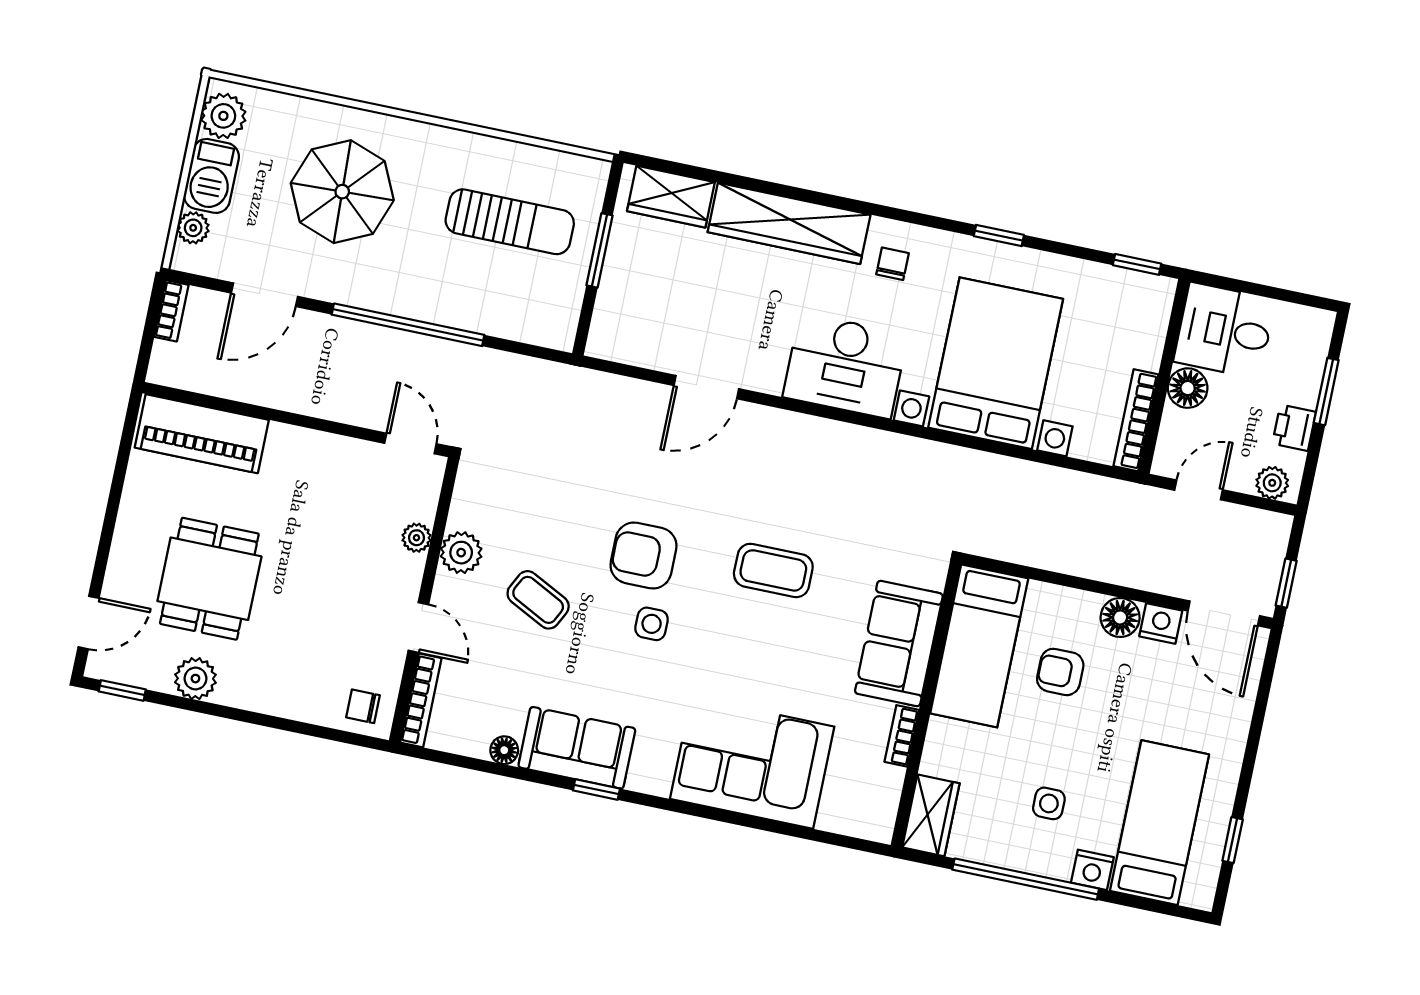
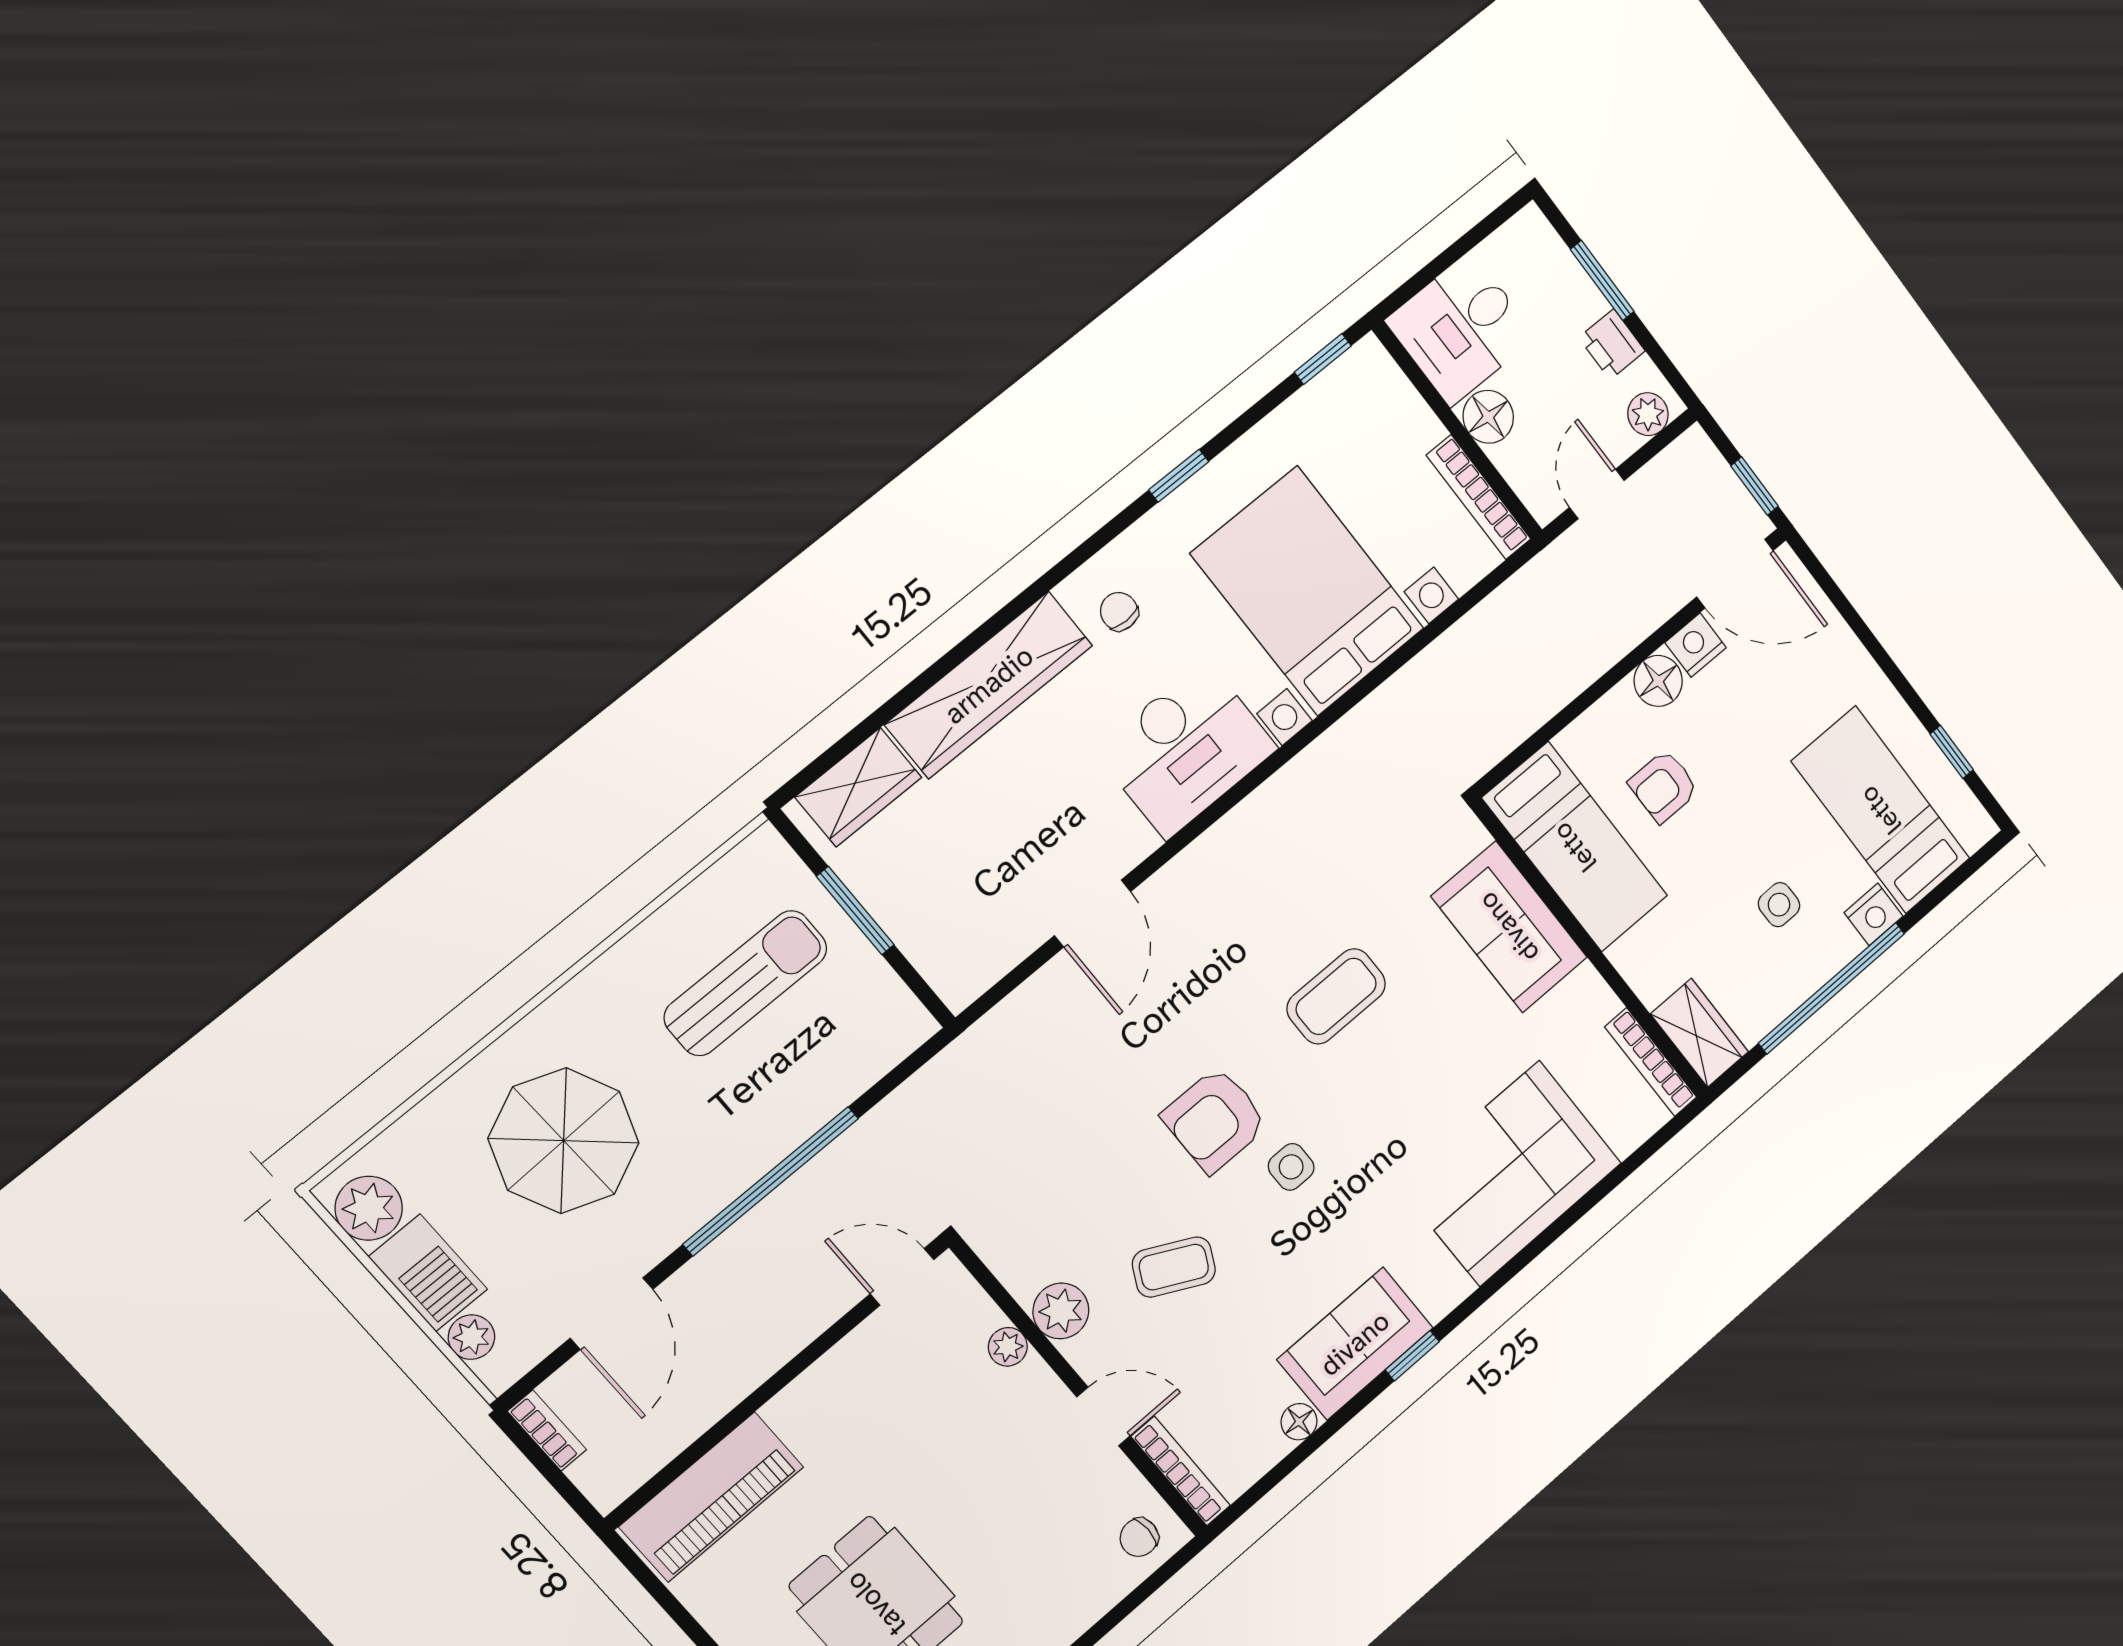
bookcase: (902, 736) -> (1651, 1062), moved, width x1.56

